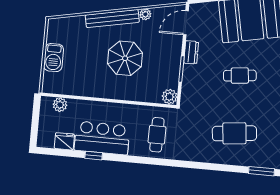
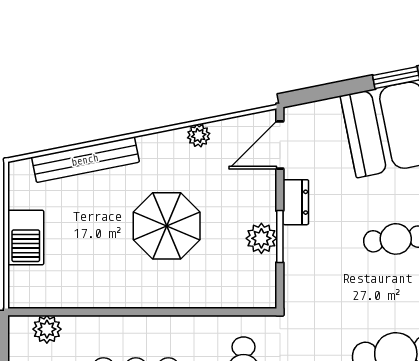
bench: (112, 19) -> (85, 160), moved
plant: (170, 97) -> (261, 238), moved

